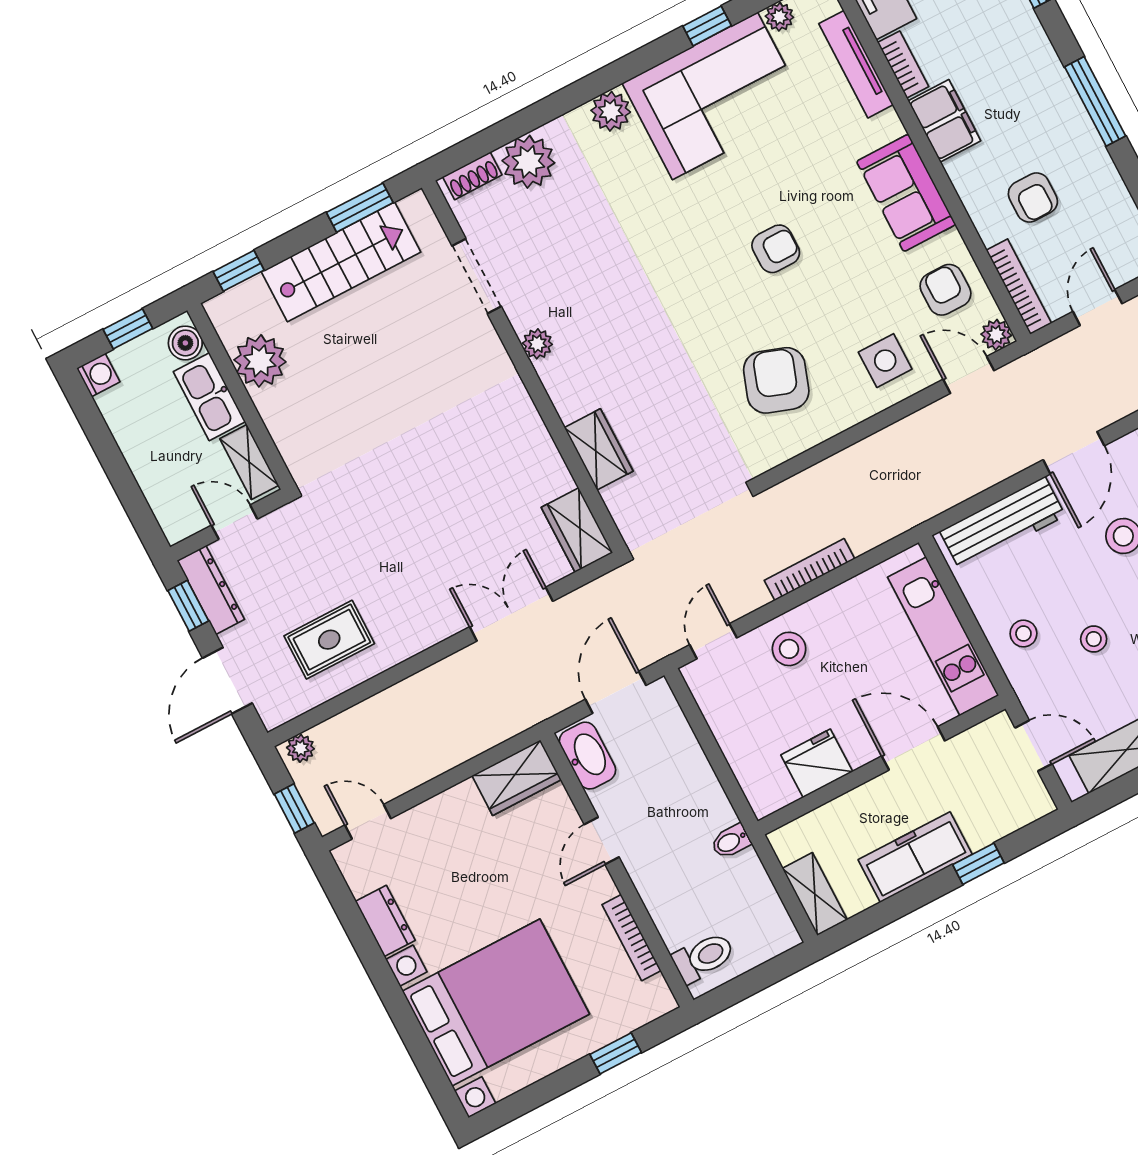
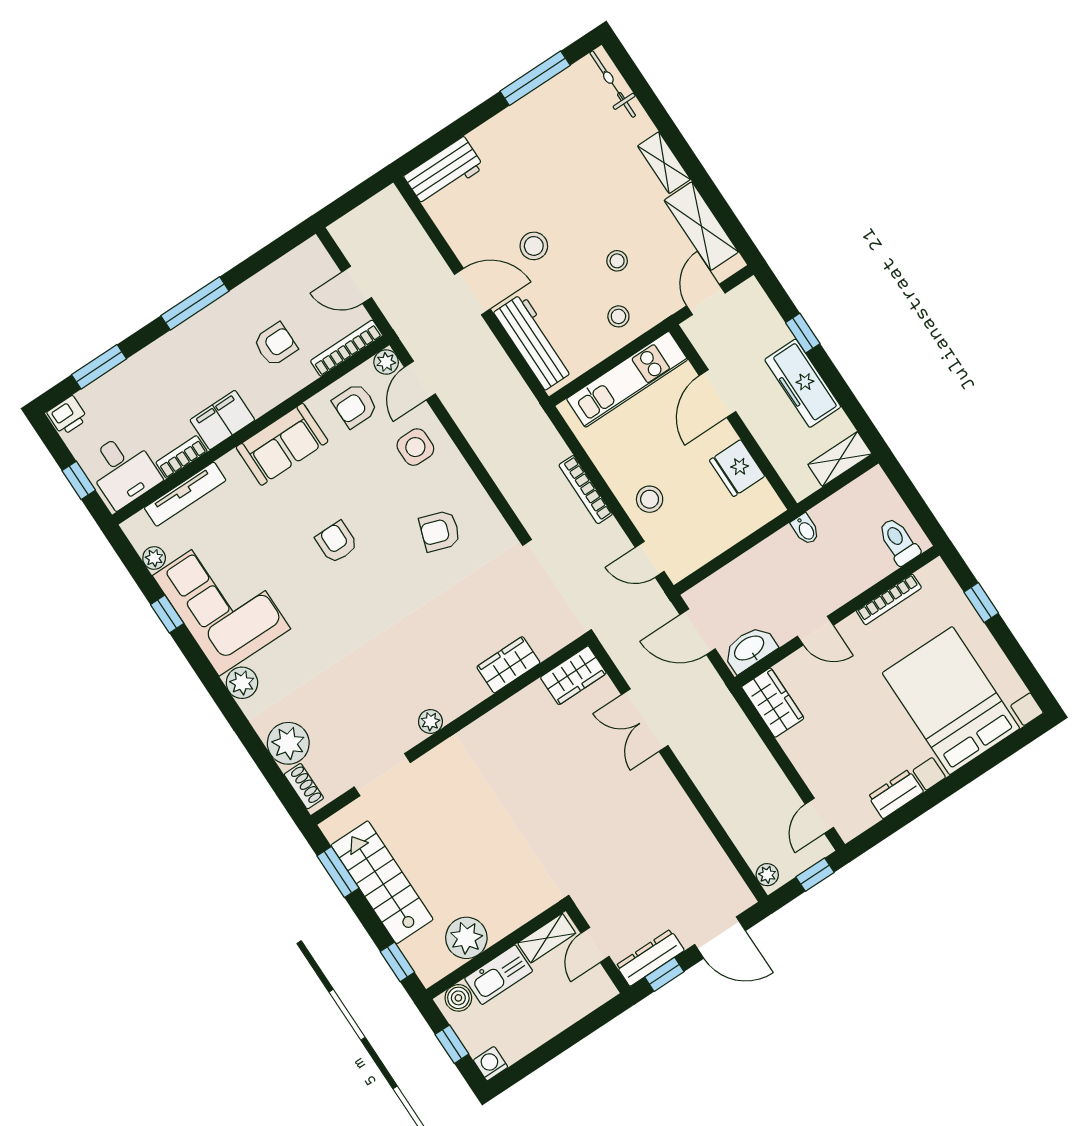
armchair: (776, 380) -> (440, 531), width x0.72, depth x0.72
rug: (329, 640) -> (680, 861), removed

